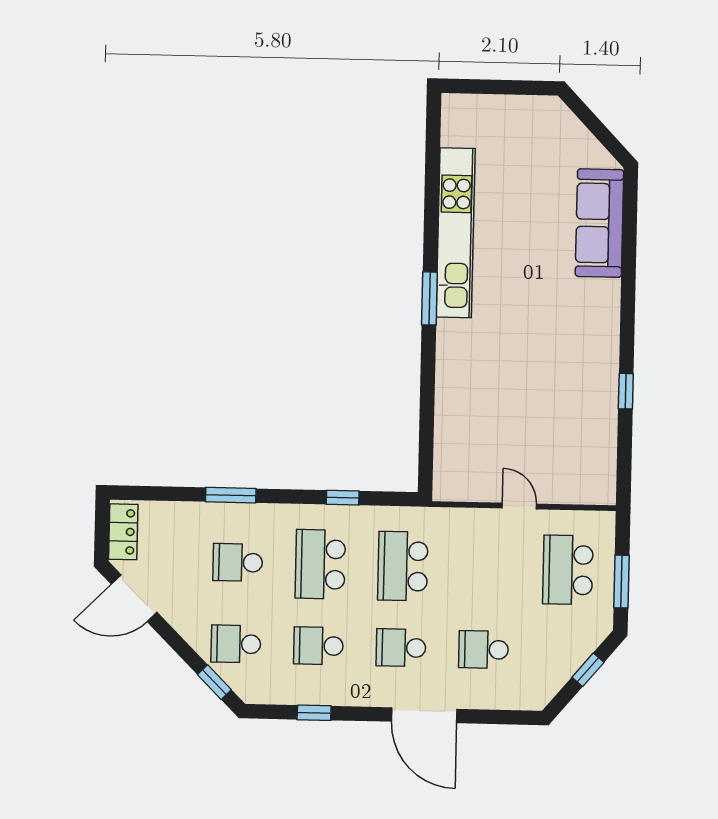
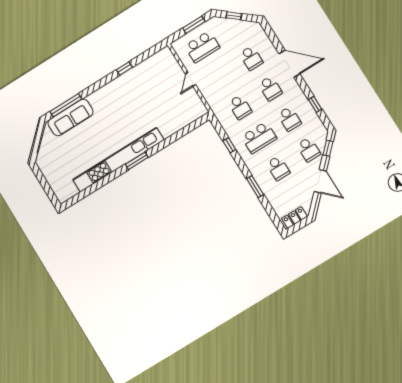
window: (629, 229) -> (66, 105), added
kitchen unit: (456, 233) -> (118, 160), width x1.36
school desk: (403, 566) -> (240, 107), width x0.54
door: (134, 598) -> (320, 181), moved
door: (424, 715) -> (289, 64), hinge flipped

